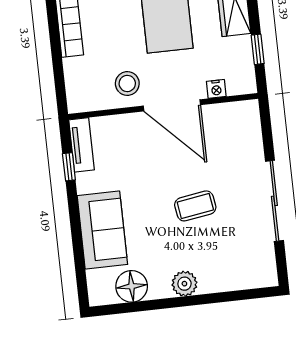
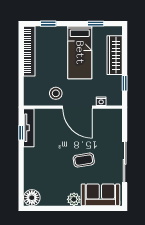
tv unit: (82, 145) -> (29, 128), width x1.41
sofa: (102, 230) -> (100, 195), moved, turned -90
floor lamp: (132, 286) -> (32, 198), moved

